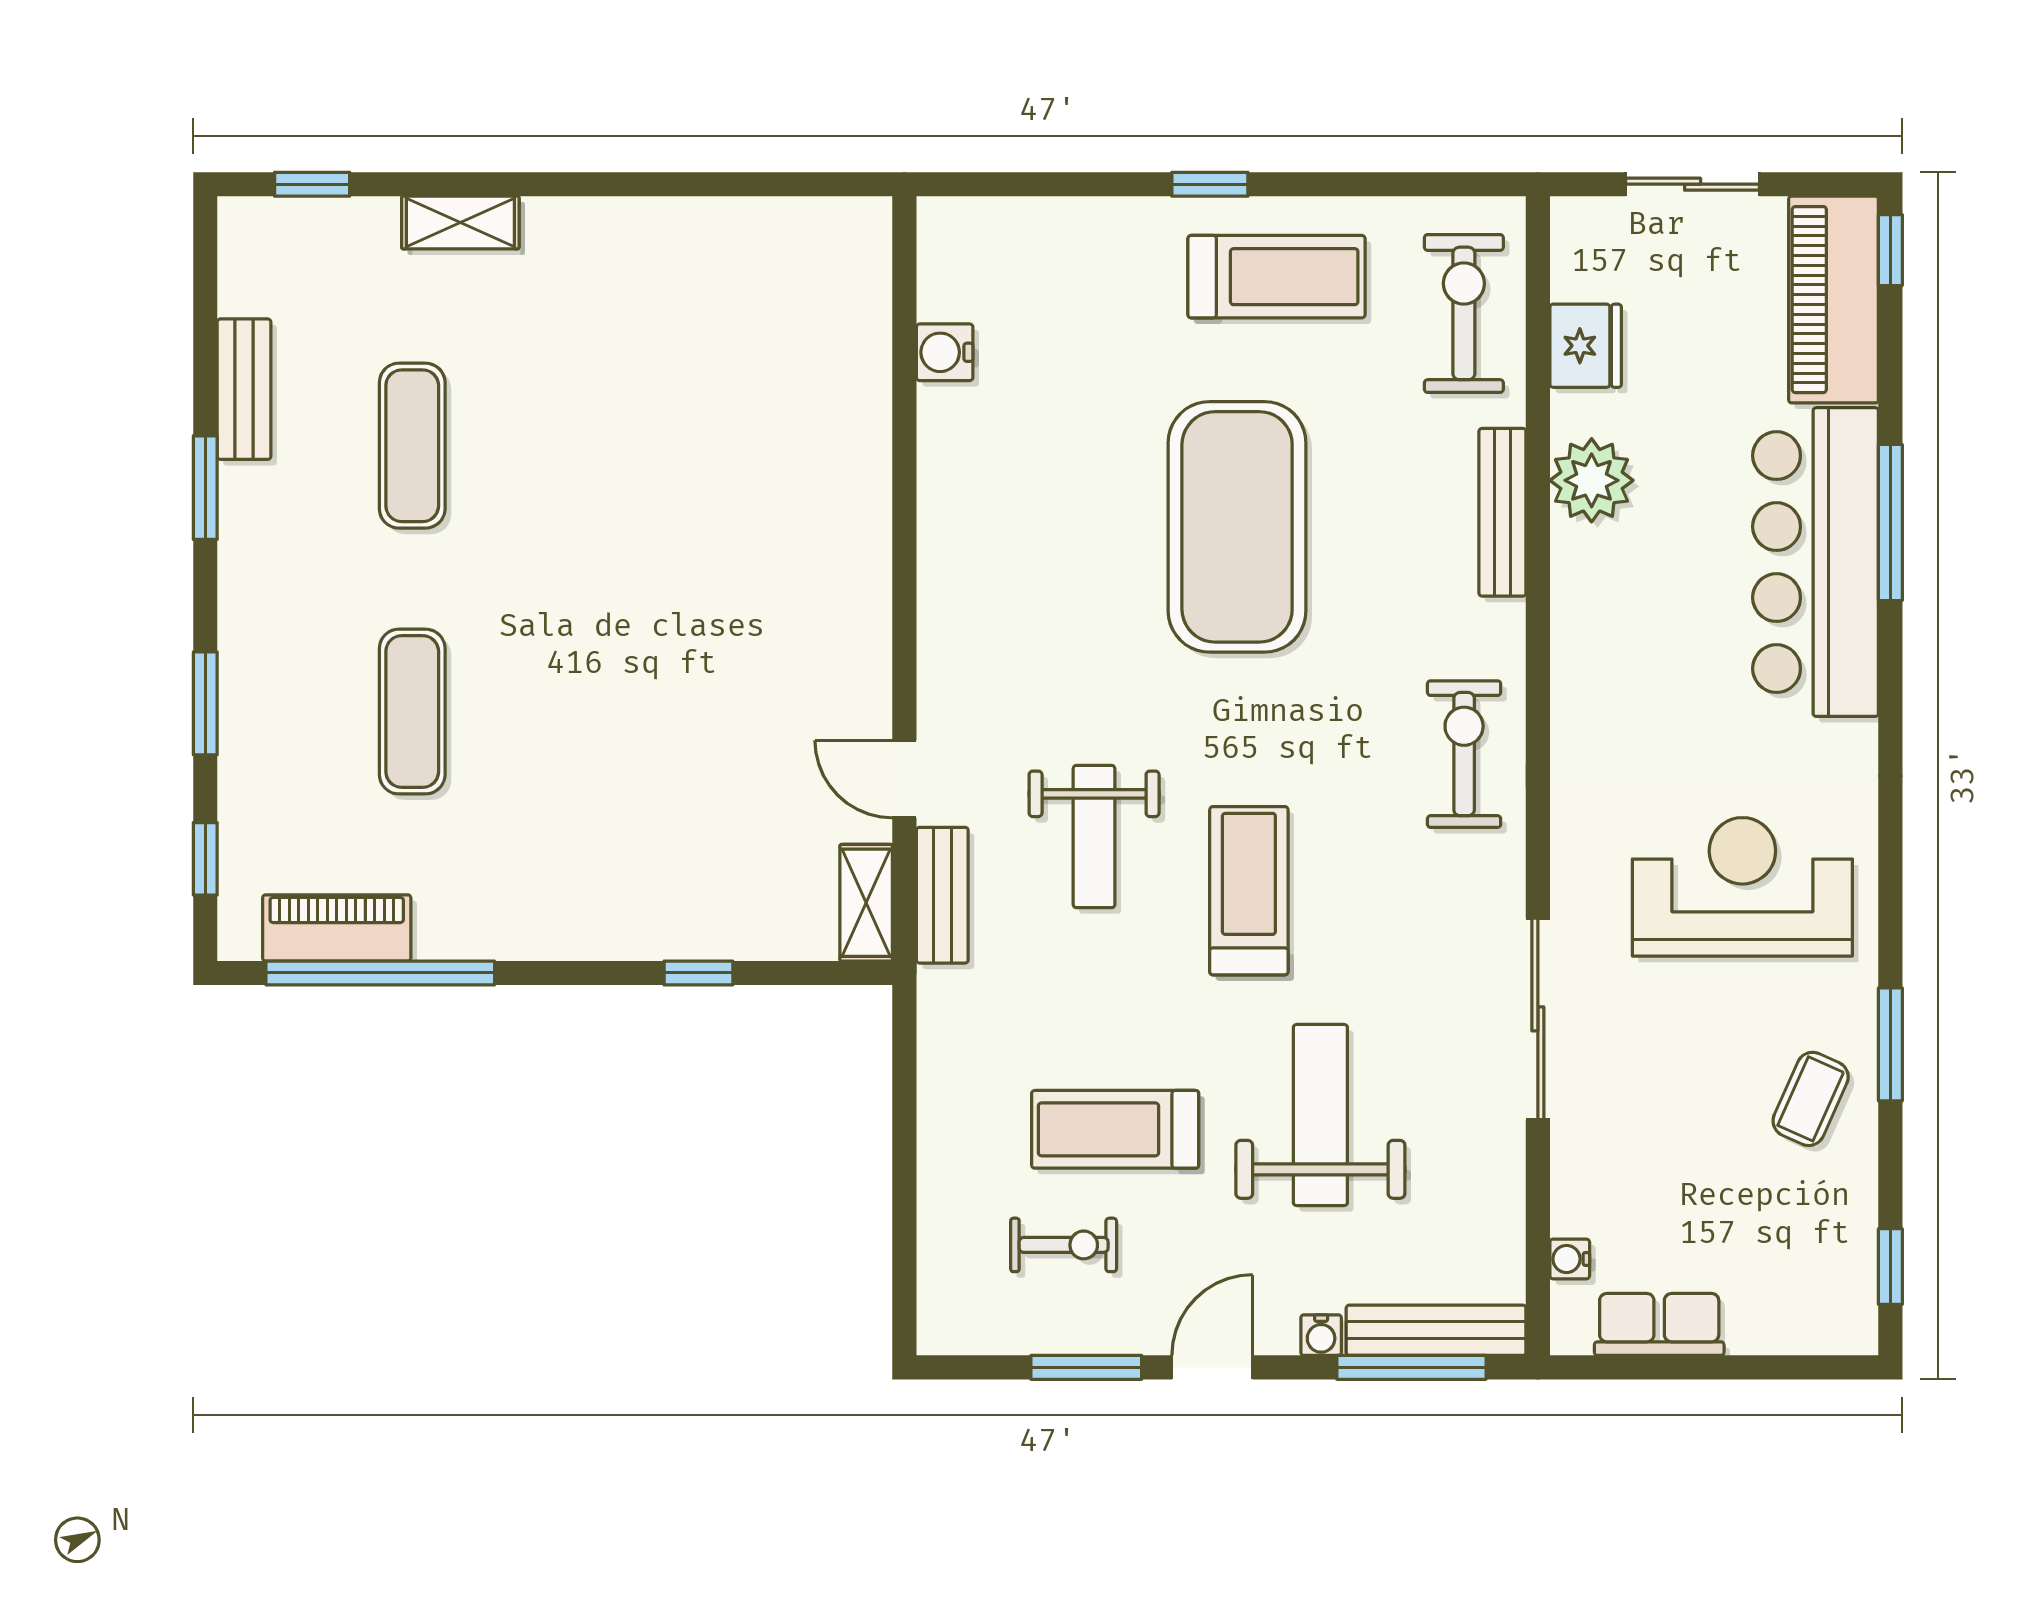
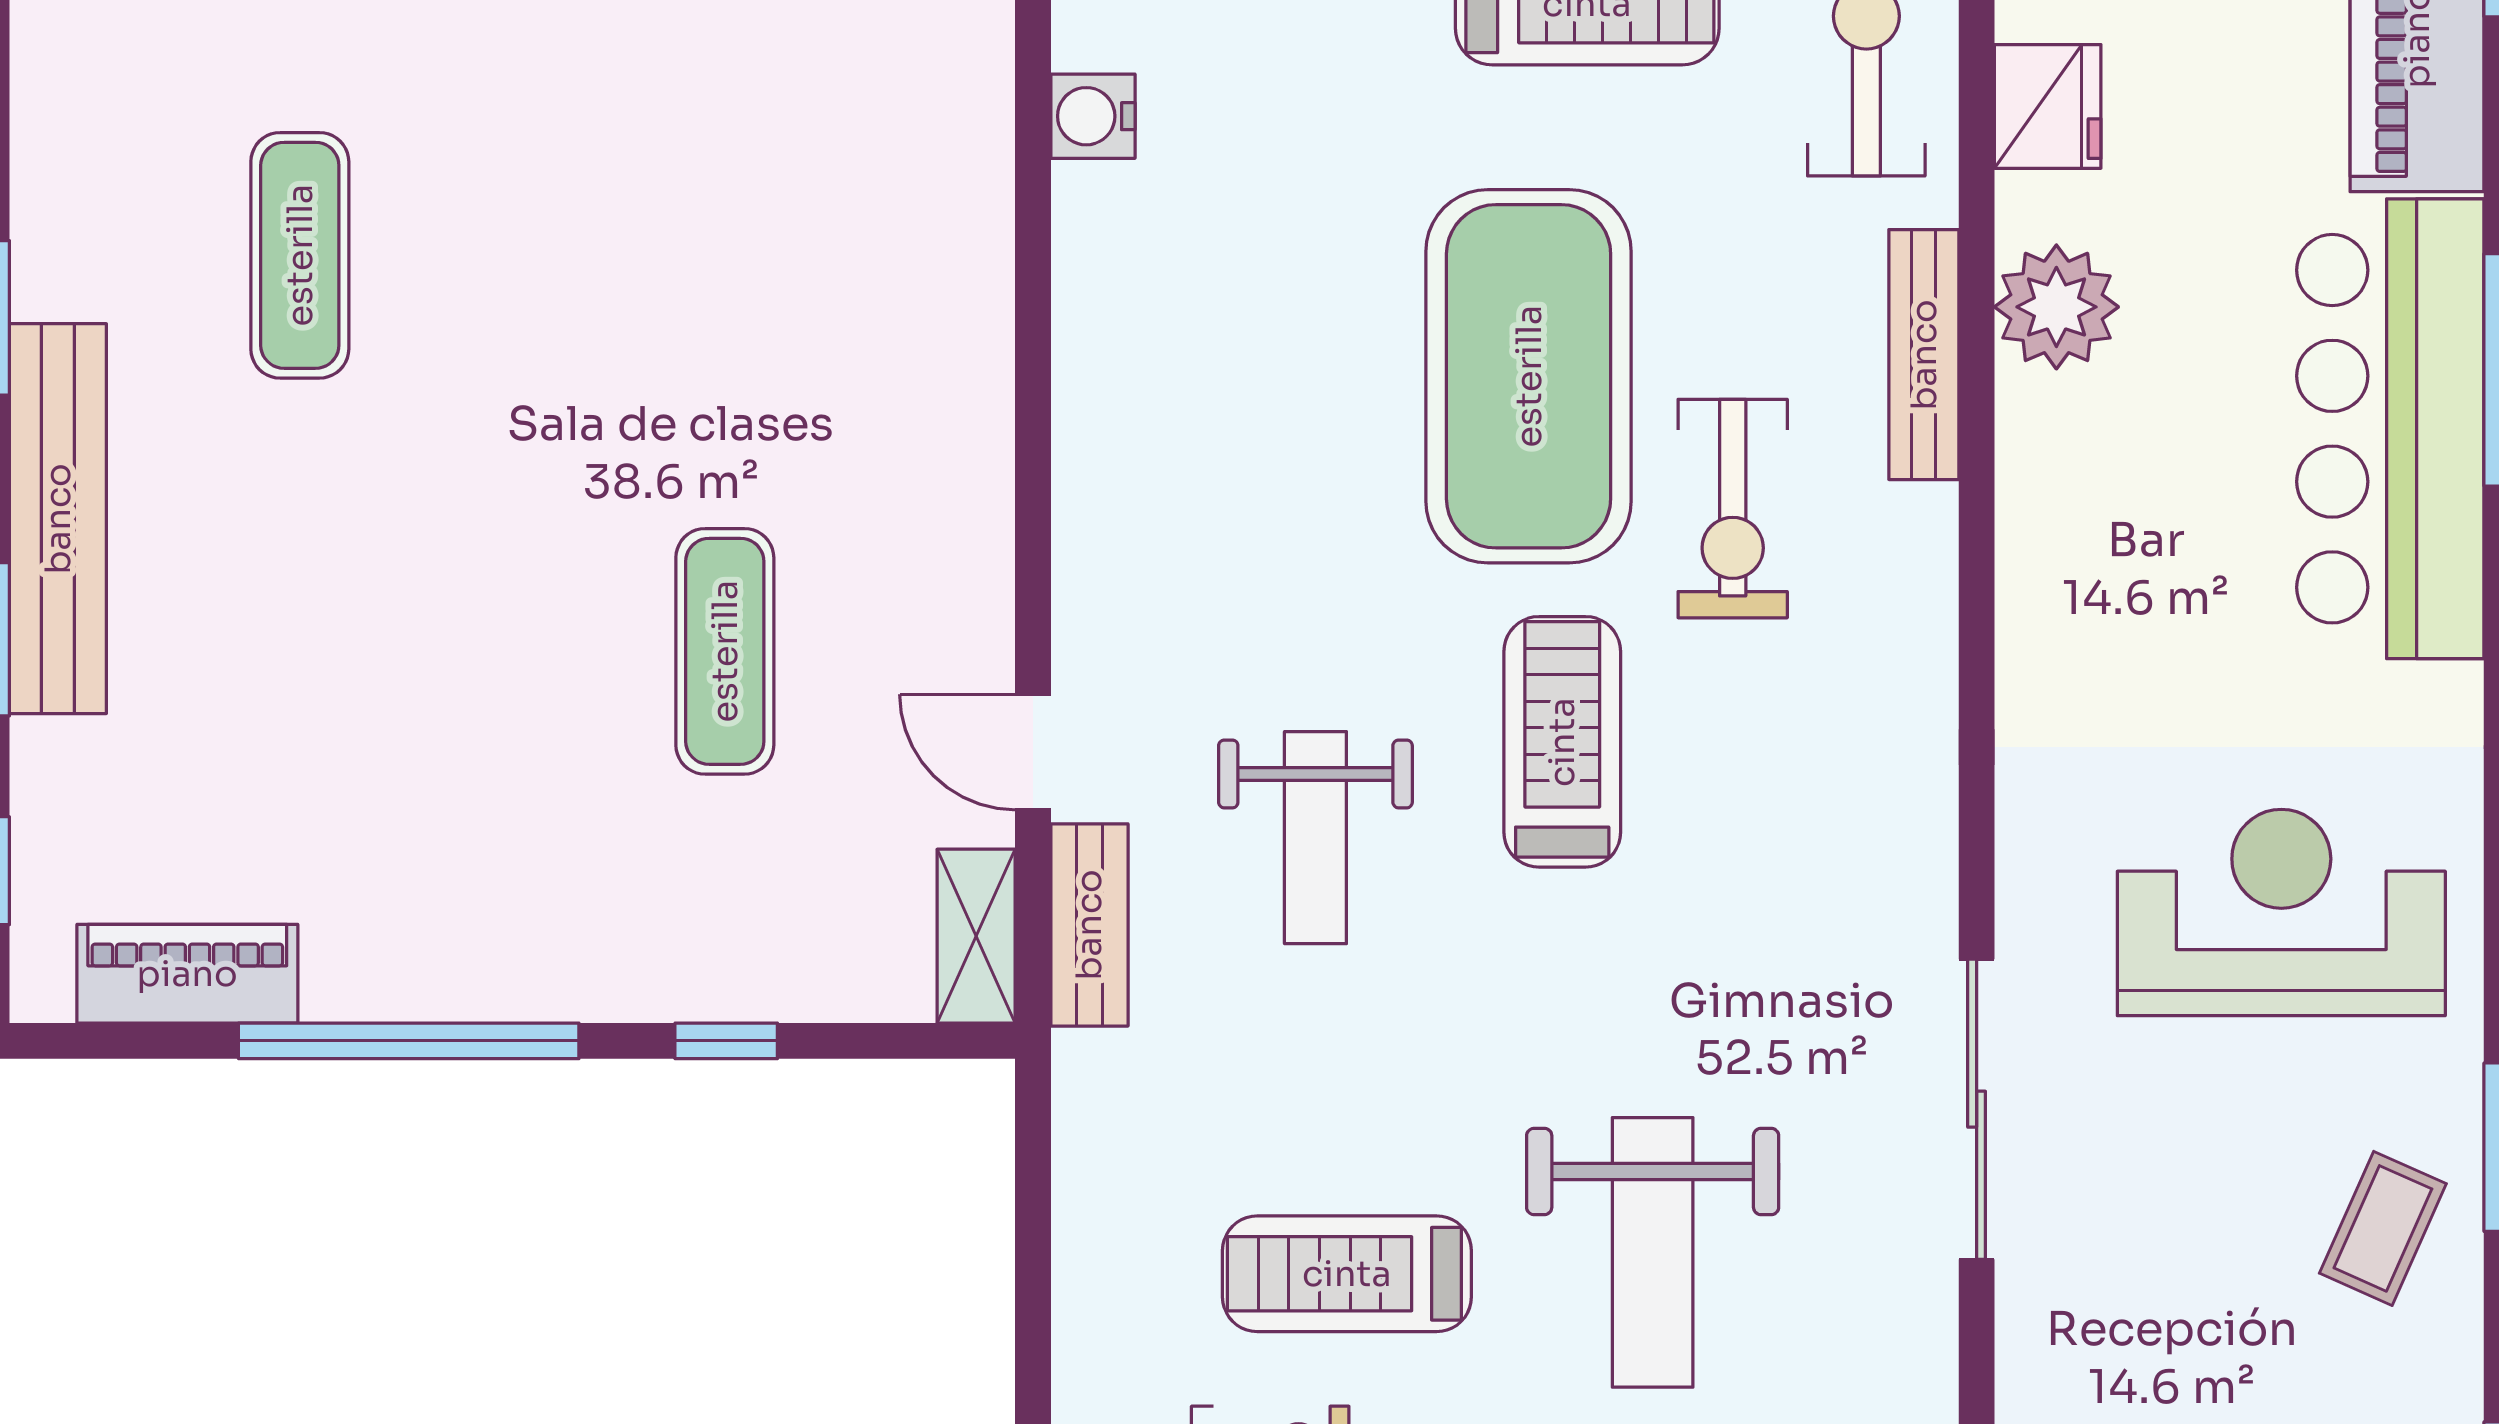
bench: (244, 389) -> (58, 519), moved, width x1.86, depth x1.21
exercise mat: (412, 712) -> (725, 651), moved
exercise bike: (1464, 754) -> (1733, 509), moved, turned 180
treadmill: (1249, 891) -> (1562, 742), moved
window: (380, 973) -> (409, 1041), moved
weight bench: (1320, 1115) -> (1653, 1252), turned 180

